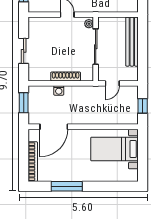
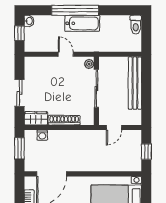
wardrobe: (39, 75) -> (36, 118), added
washing machine: (59, 90) -> (42, 135), moved

